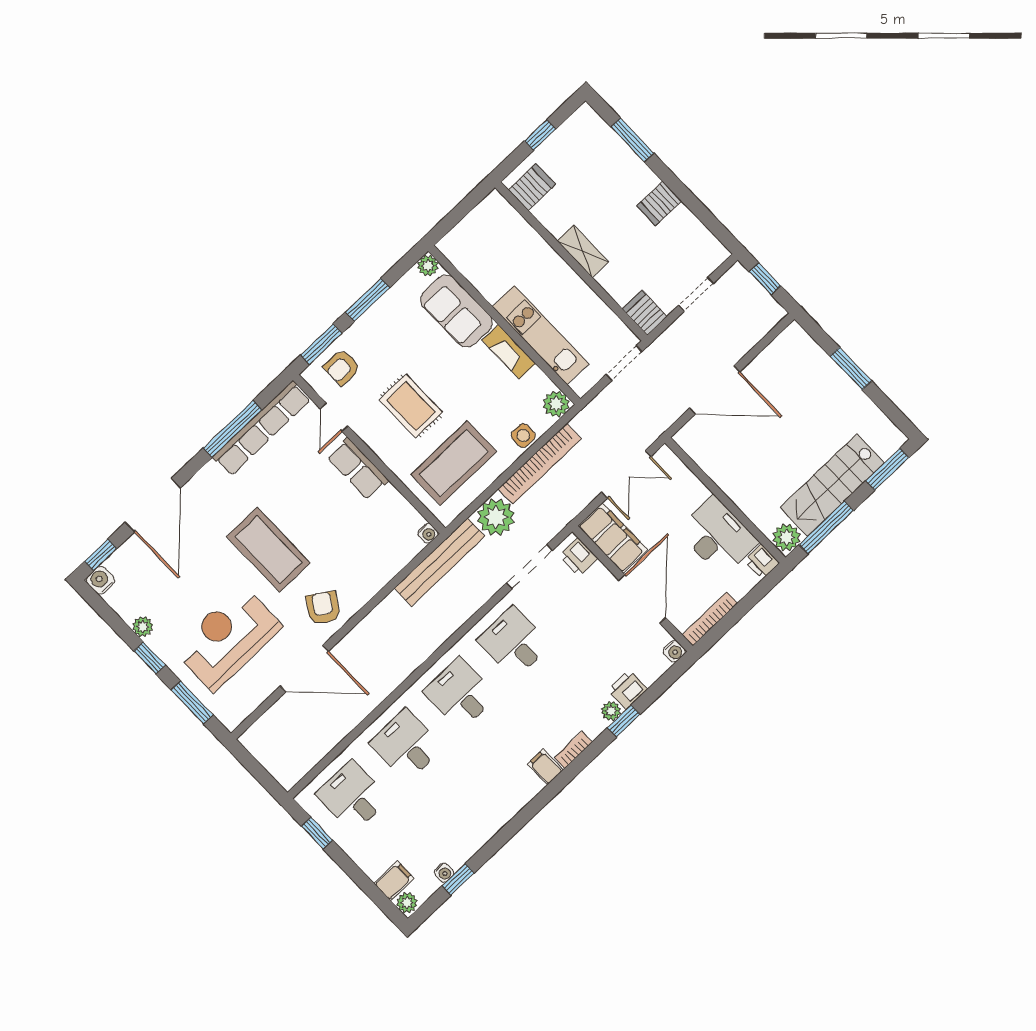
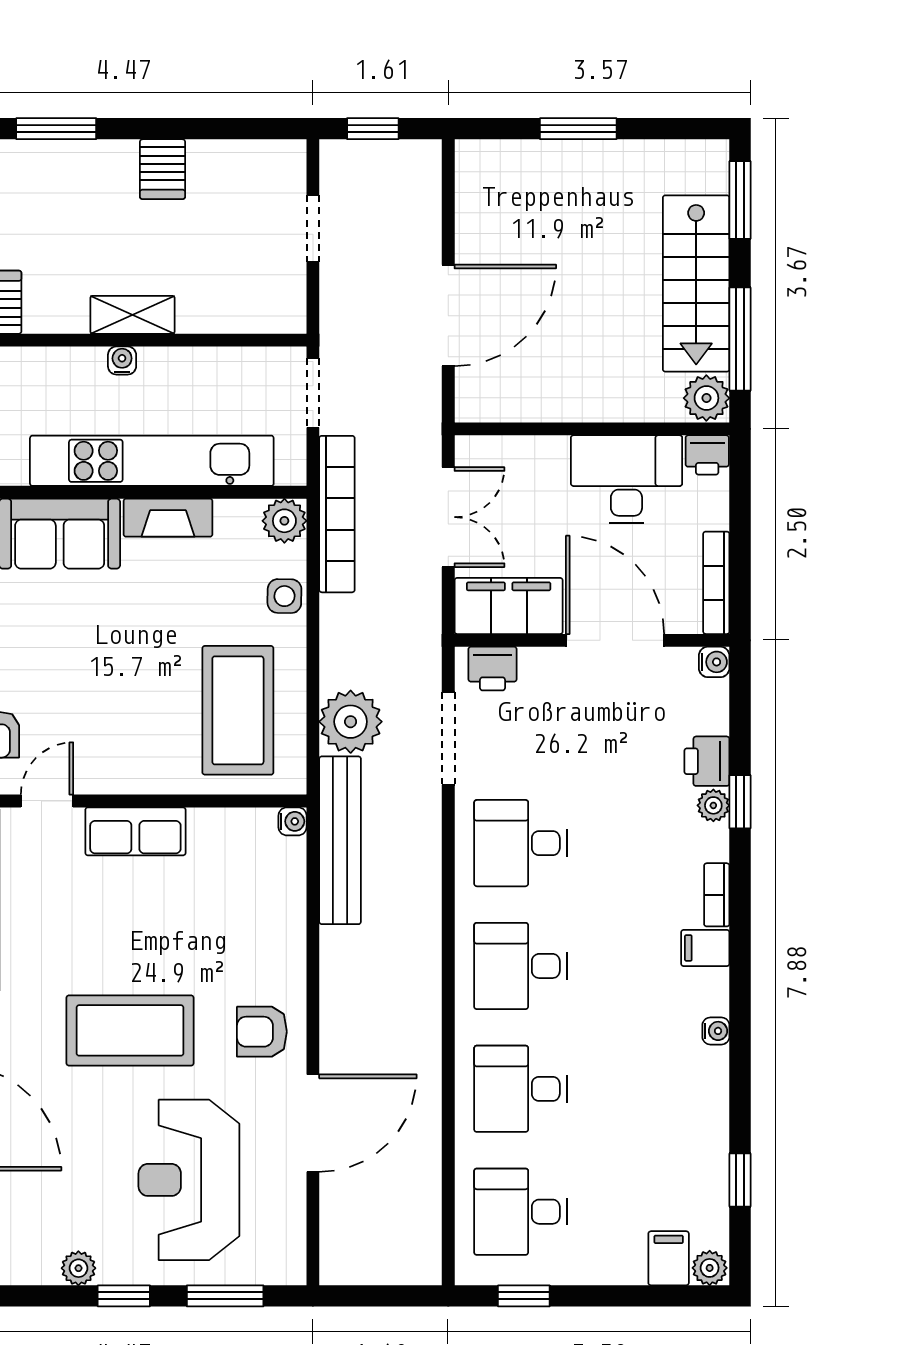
water cooler: (558, 266) -> (122, 361), added
server rack: (645, 313) -> (276, 311), removed
kitchen unit: (541, 335) -> (152, 461), width x1.36
rug: (411, 406) -> (121, 697), removed
door: (334, 417) -> (47, 801), swing flipped
bookcase: (540, 464) -> (337, 514), moved
armchair: (323, 608) -> (262, 1032), turned -33
water cooler: (444, 873) -> (716, 1031), moved

